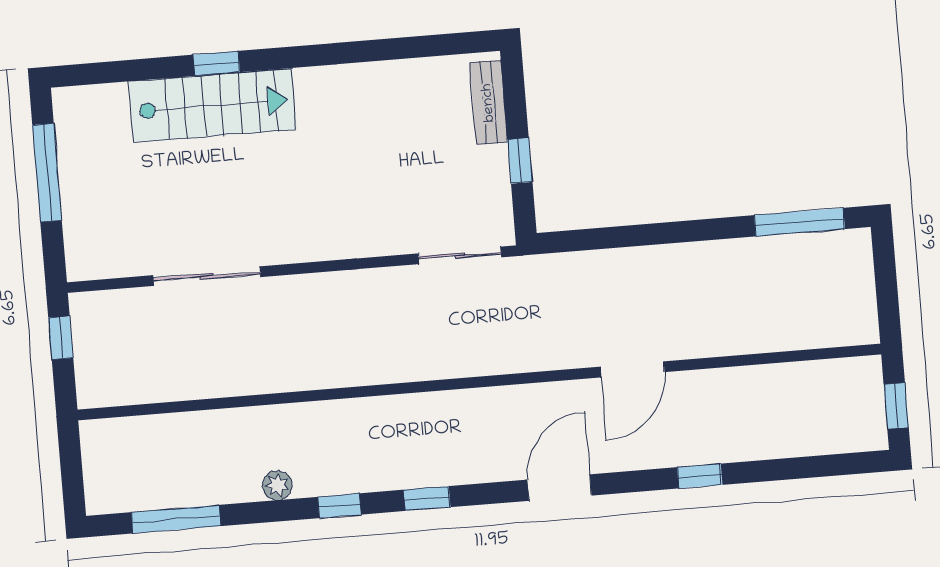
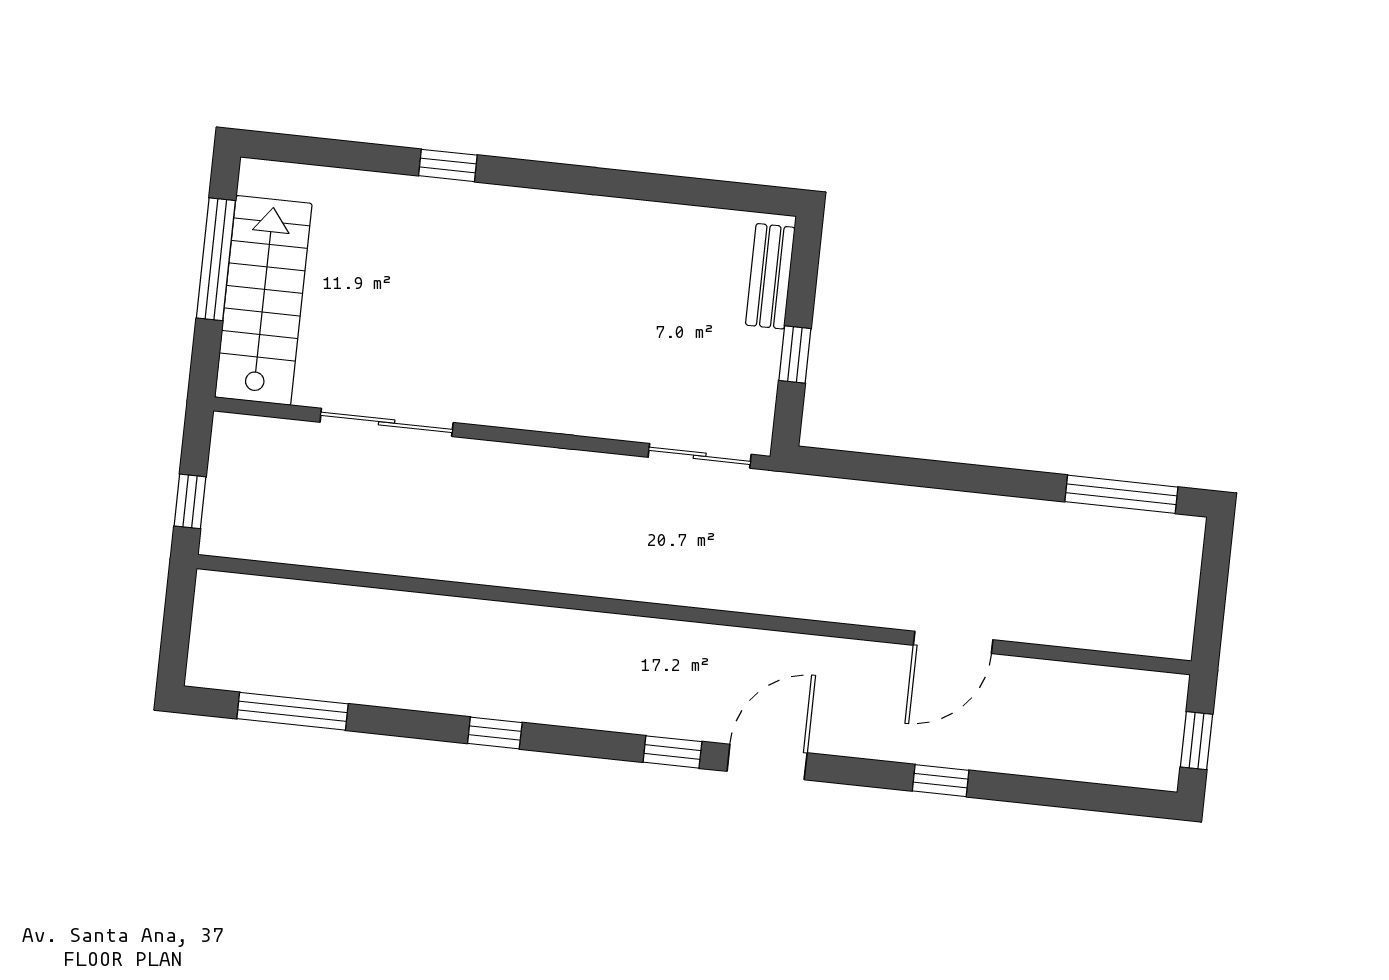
stairs: (213, 105) -> (263, 300), moved, turned -90
window: (61, 338) -> (190, 501), moved
door: (633, 369) -> (953, 642), moved
plant: (277, 485) -> (424, 694), removed
window: (427, 498) -> (672, 752), moved

